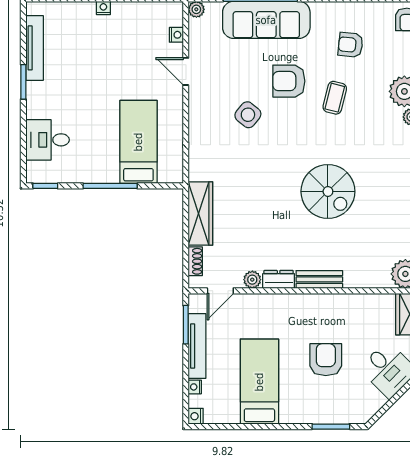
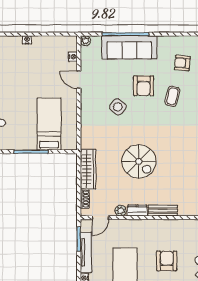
armchair: (289, 81) -> (144, 86), turned -90
spiral stairs: (328, 191) -> (139, 161), moved

